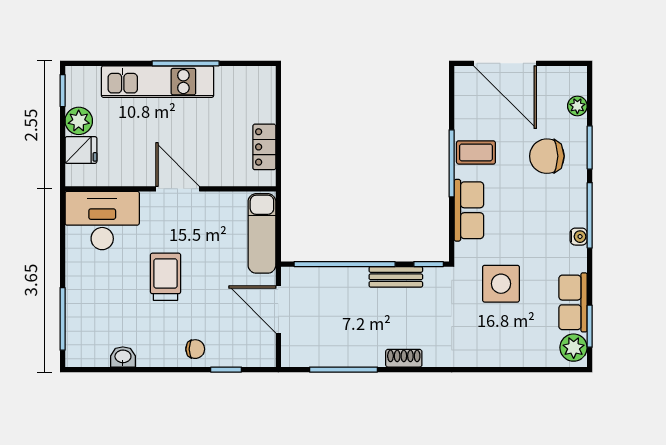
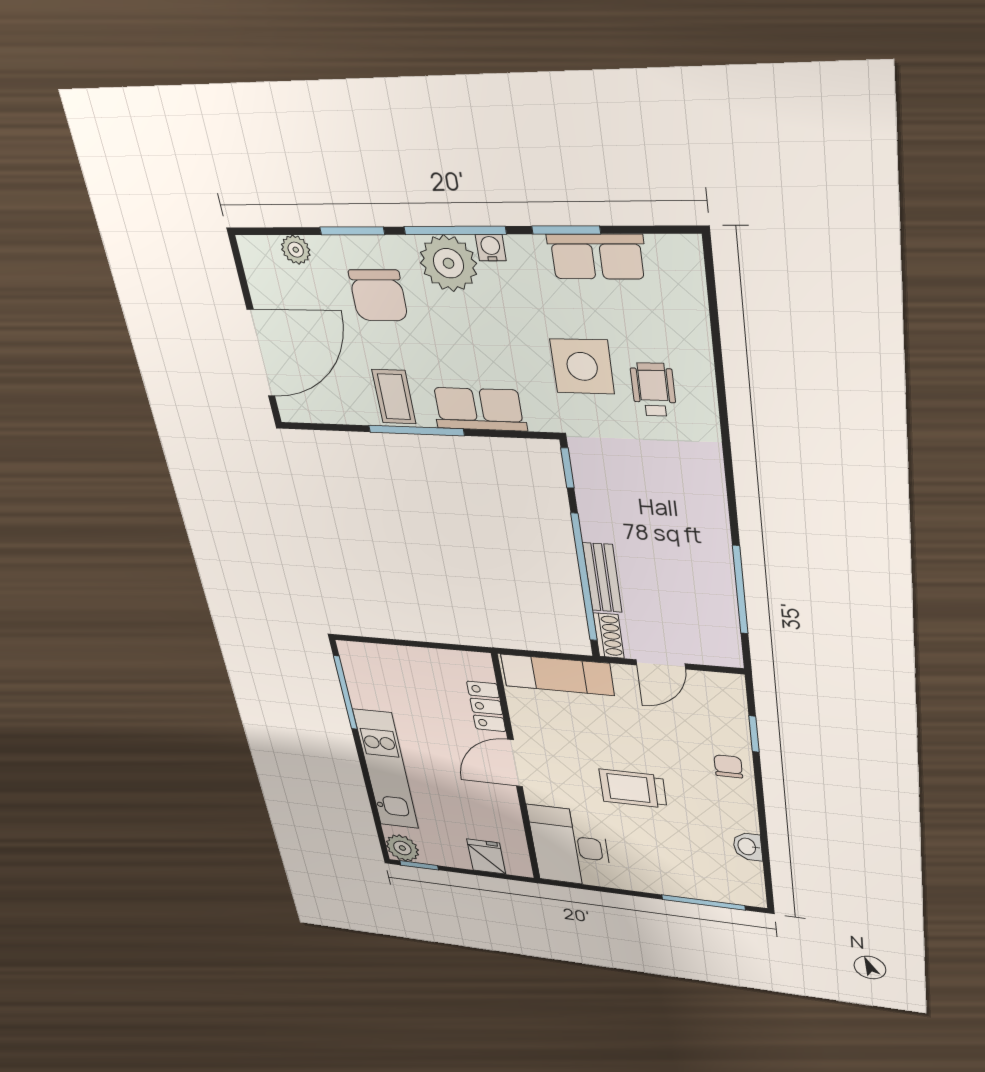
window: (186, 63) -> (345, 693), moved
plant: (79, 121) -> (402, 848), moved
locker: (264, 147) -> (486, 706), moved, turned 90
bench: (396, 277) -> (602, 578), moved
door: (278, 310) -> (661, 664), width x0.73
window: (590, 326) -> (566, 230), moved
wheelchair: (486, 327) -> (653, 390), added
plant: (574, 348) -> (448, 263), moved, width x1.36, depth x1.36
shoe rack: (404, 358) -> (609, 636), moved, turned 180

